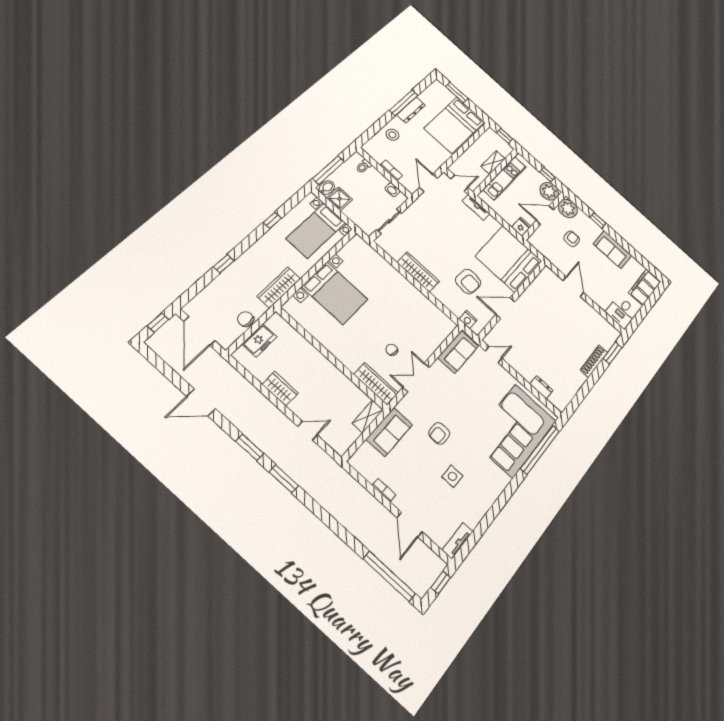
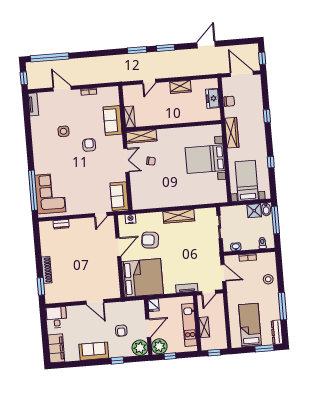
dresser: (411, 110) -> (277, 332), moved
bed: (454, 125) -> (250, 325), width x0.67
corner sofa: (514, 430) -> (50, 193), width x0.73, depth x0.74

